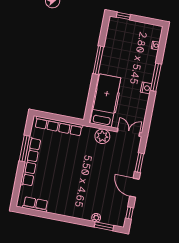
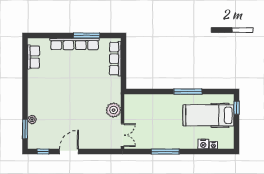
window: (156, 77) -> (165, 152), moved
nightstand: (146, 88) -> (203, 144), moved
hospital bed: (105, 101) -> (208, 115), moved, turned 180
row of seats: (59, 126) -> (115, 59), width x0.73
window: (139, 163) -> (95, 152), removed

